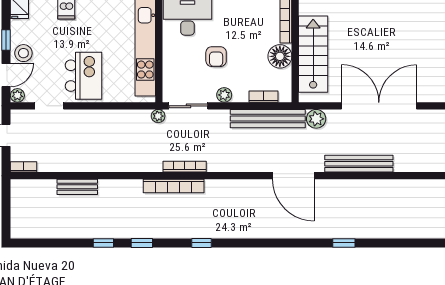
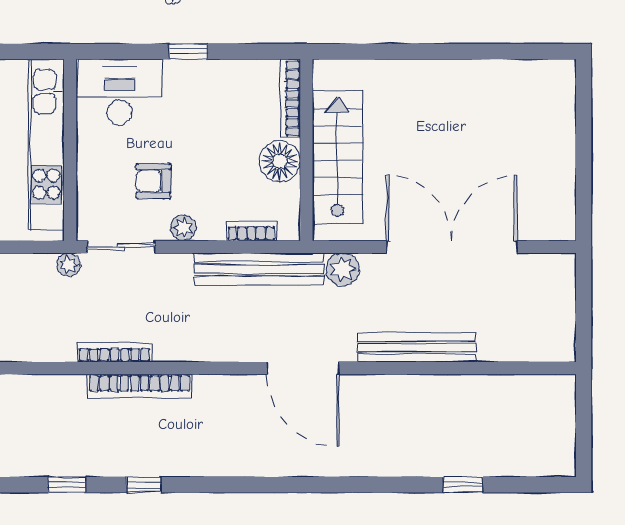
armchair: (216, 57) -> (153, 181), moved, turned 90
bookcase: (174, 186) -> (140, 386), moved
window: (142, 243) -> (67, 485), moved
window: (344, 243) -> (463, 485), moved

